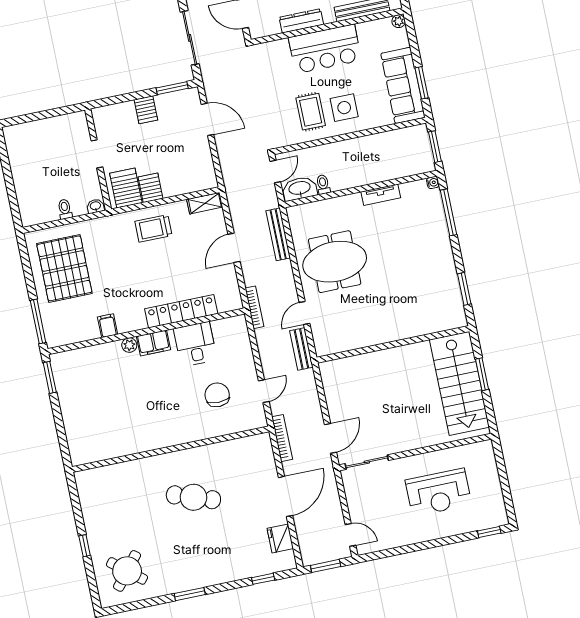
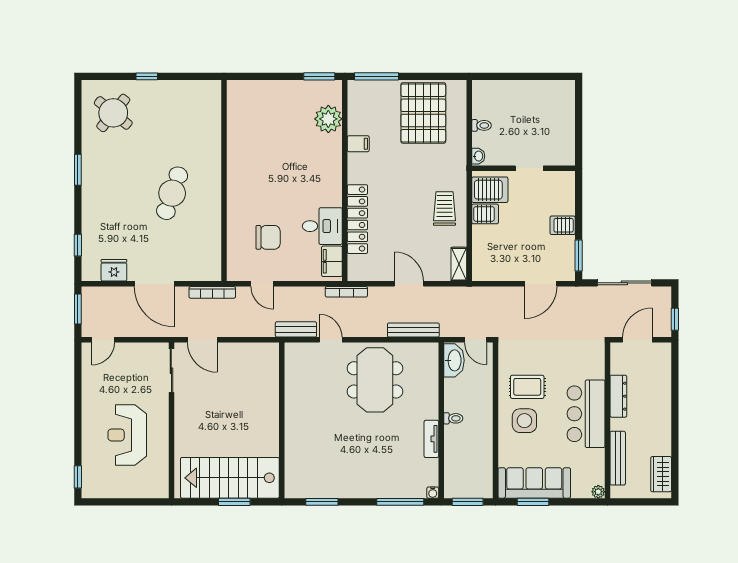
toilet: (323, 184) -> (453, 418), moved
pallet: (64, 268) -> (423, 113), turned 90
filing cabinet: (153, 343) -> (332, 261), moved
plant: (129, 345) -> (328, 119), moved, width x1.87, depth x1.87

